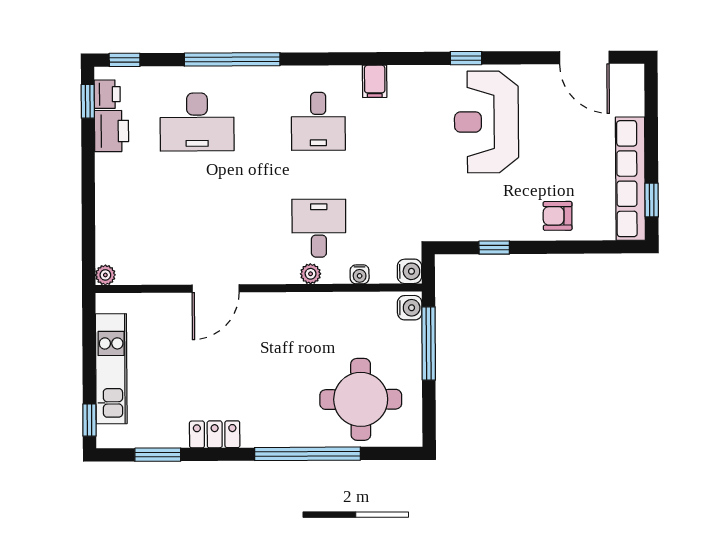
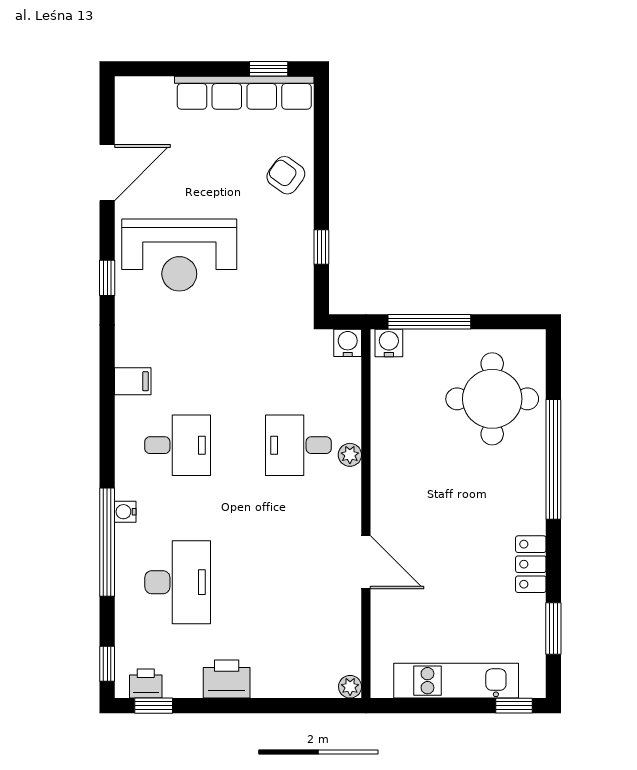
door: (584, 57) -> (107, 173), moved
printer: (111, 131) -> (227, 679), moved
armchair: (558, 216) -> (286, 175), turned 126
water cooler: (360, 274) -> (125, 512), moved, turned 180

